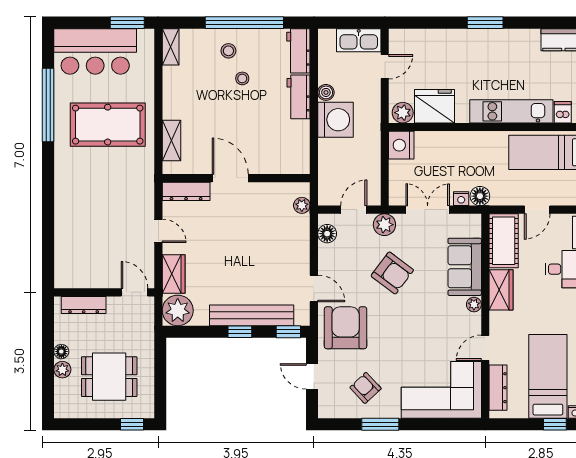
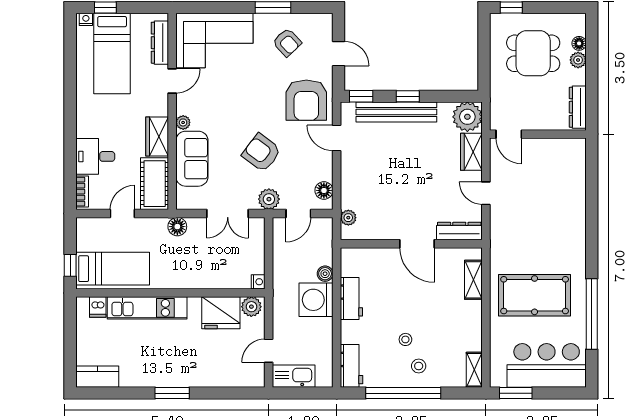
boiler: (326, 92) -> (325, 274), moved
workbench: (299, 97) -> (351, 298), moved
nightstand: (401, 145) -> (258, 282), width x0.53, depth x0.56
nightstand: (461, 199) -> (195, 224), removed
dresser: (84, 305) -> (578, 107), moved, turned -90
floor lamp: (61, 352) -> (579, 43), moved

